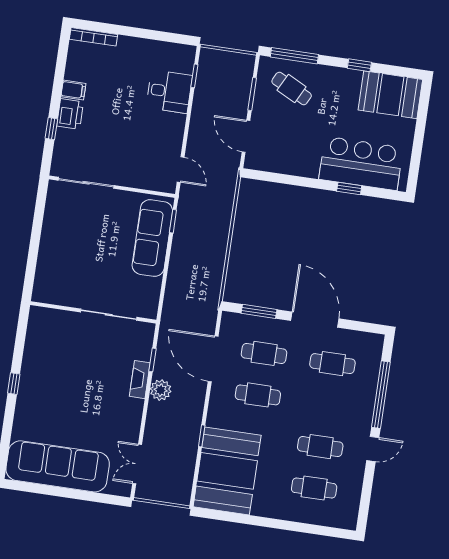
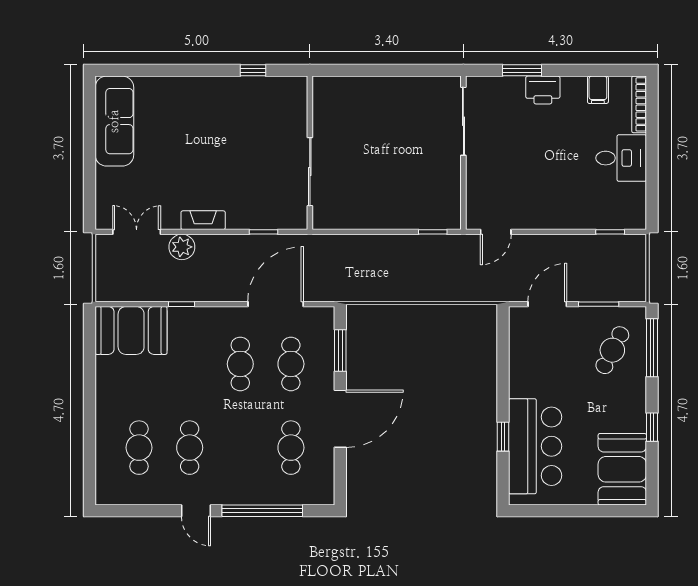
filing cabinet: (73, 90) -> (598, 90), moved
desk: (169, 92) -> (621, 158), moved, turned -90
window: (51, 129) -> (522, 70), width x1.50
sofa: (152, 238) -> (409, 210), removed
fireplace: (140, 380) -> (203, 220), moved
window: (14, 384) -> (253, 70), moved
plant: (161, 390) -> (182, 247), moved
sofa: (58, 466) -> (114, 121), width x0.74, depth x0.79
booth: (227, 471) -> (131, 330), width x0.73, depth x0.70

